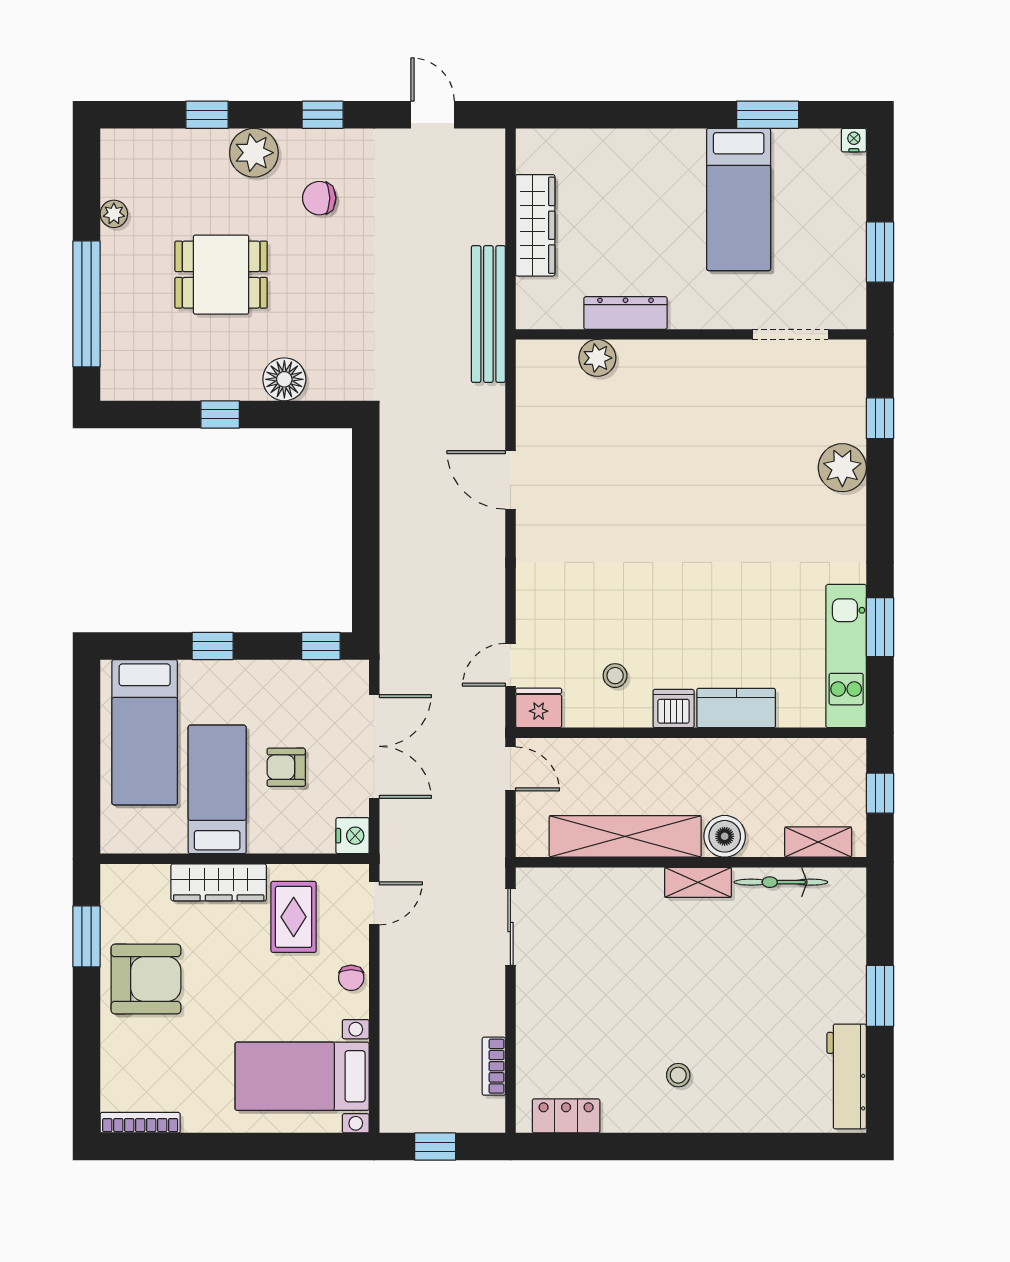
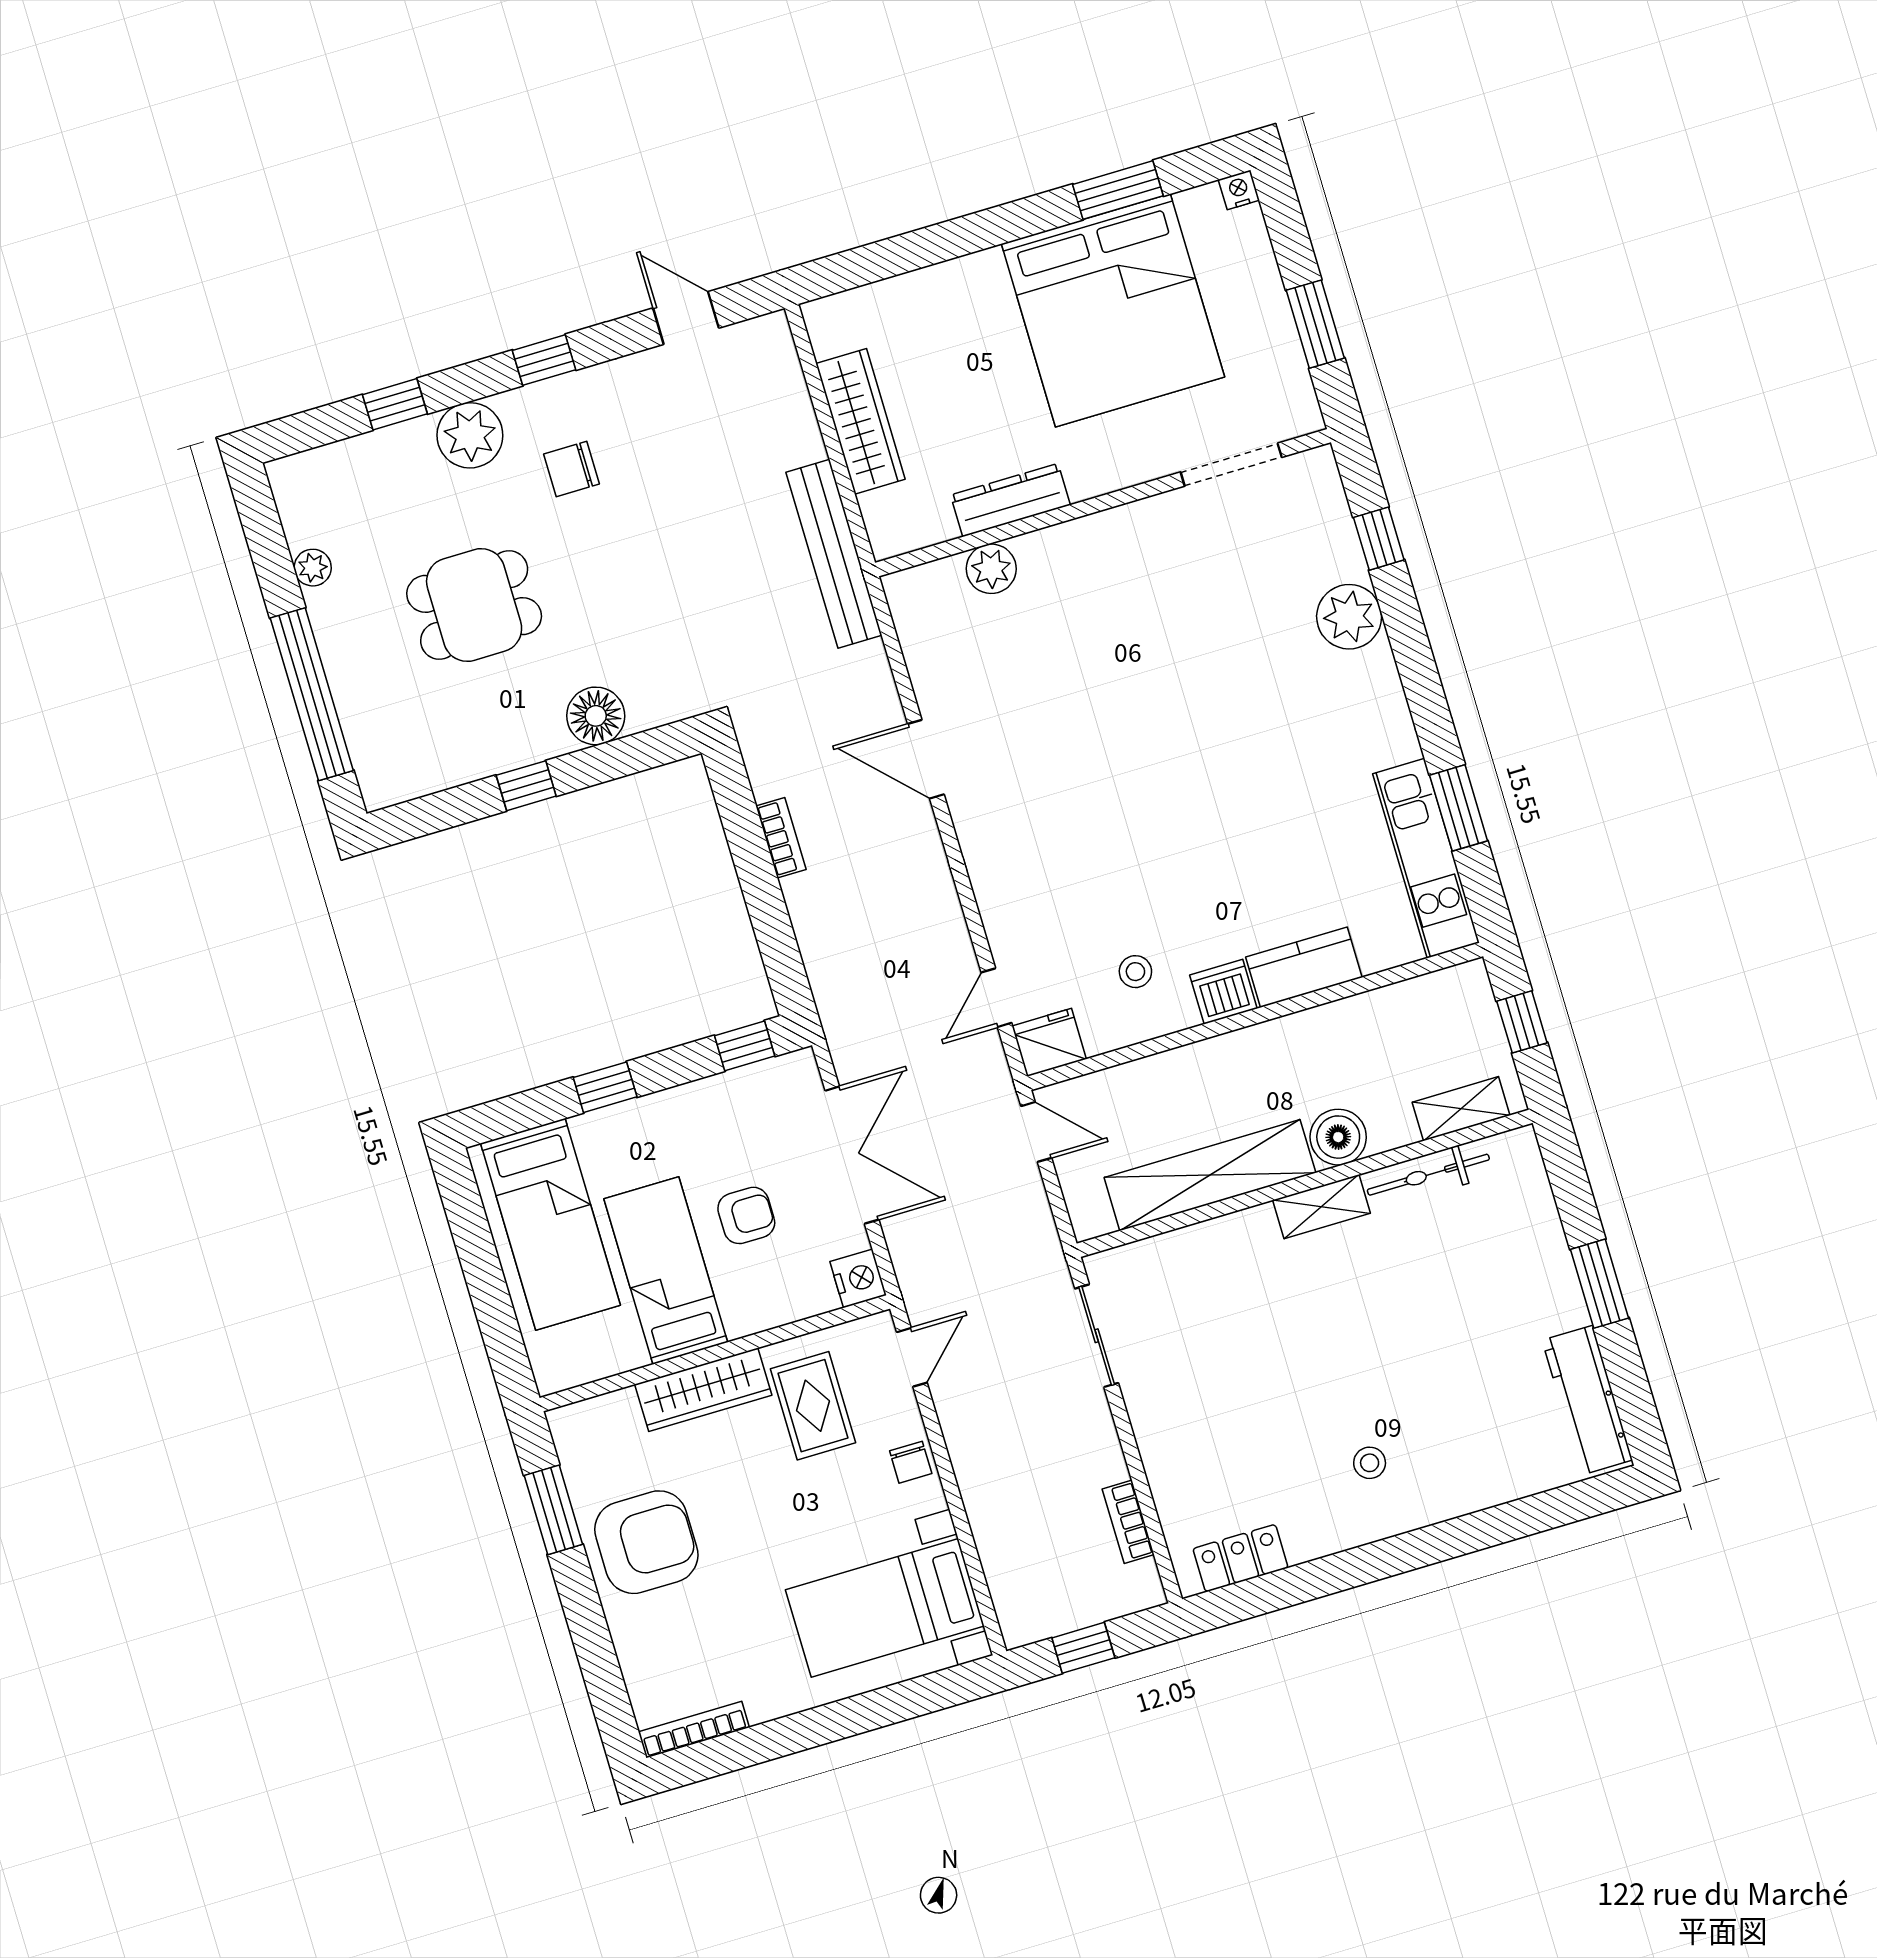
bed: (739, 199) -> (1113, 310), width x2.04
bookcase: (391, 505) -> (781, 838), added
armchair: (286, 767) -> (746, 1215), turned 180

